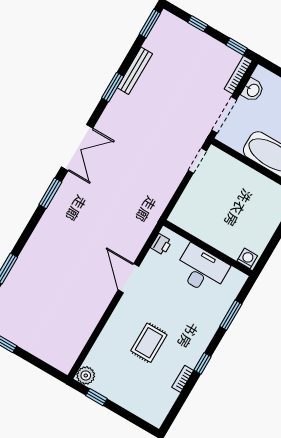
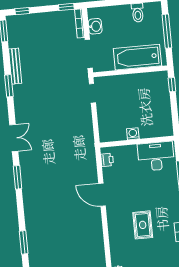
window: (198, 24) -> (22, 11), moved
double door: (77, 148) -> (14, 138), width x0.73
washing machine: (247, 258) -> (133, 134), moved
desk: (202, 270) -> (156, 156), moved

